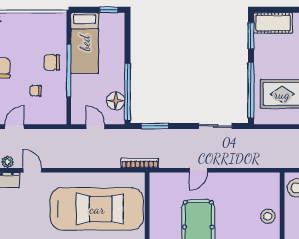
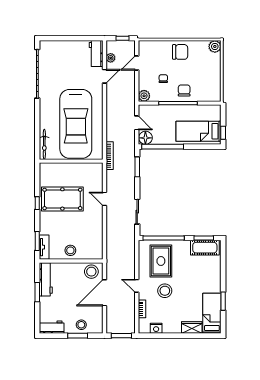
cot: (273, 23) -> (205, 248), moved, turned 90
bed: (85, 43) -> (199, 131), moved
floor lamp: (116, 101) -> (145, 138), moved
plant: (59, 117) -> (144, 96), added
door: (15, 127) -> (137, 63), swing flipped
door: (95, 127) -> (137, 123), hinge flipped

